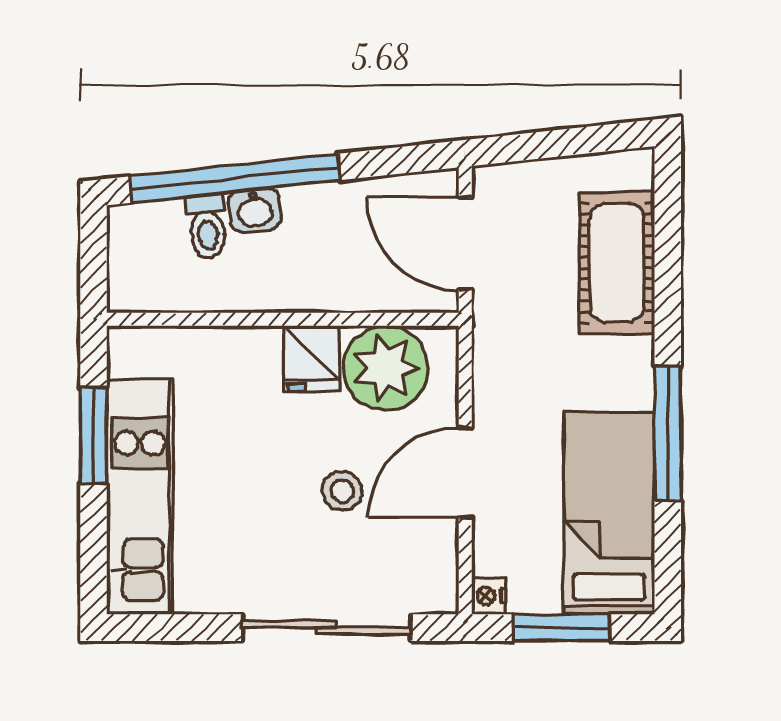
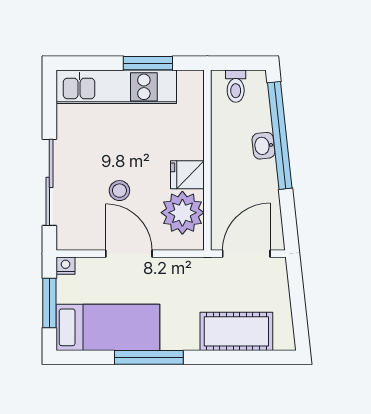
toilet: (207, 226) -> (236, 86), moved, turned -84

